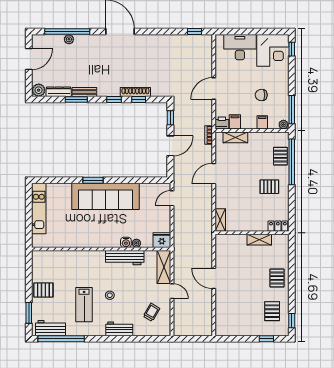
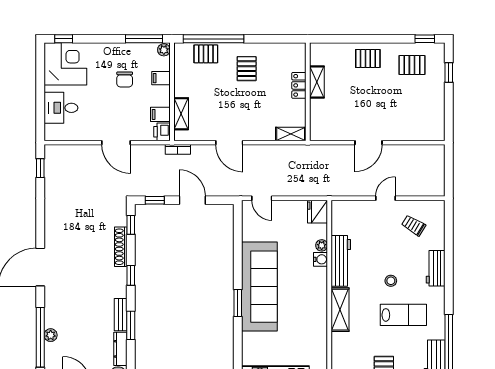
desk: (240, 47) -> (61, 108), width x0.73
window: (139, 100) -> (131, 225), moved
locker: (278, 226) -> (299, 85), moved
shelving: (164, 267) -> (340, 310), moved, turned 90

